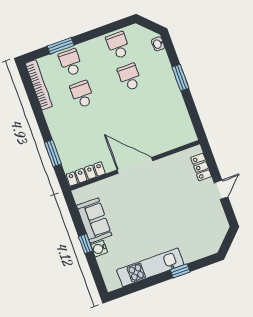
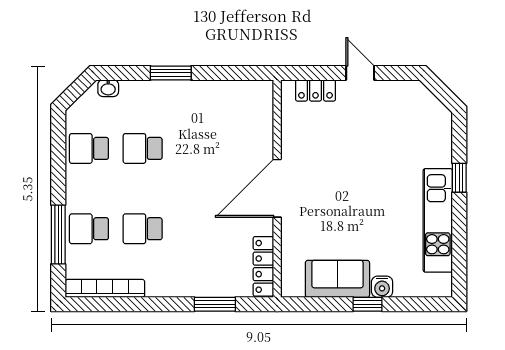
window: (61, 46) -> (58, 234), width x1.44

